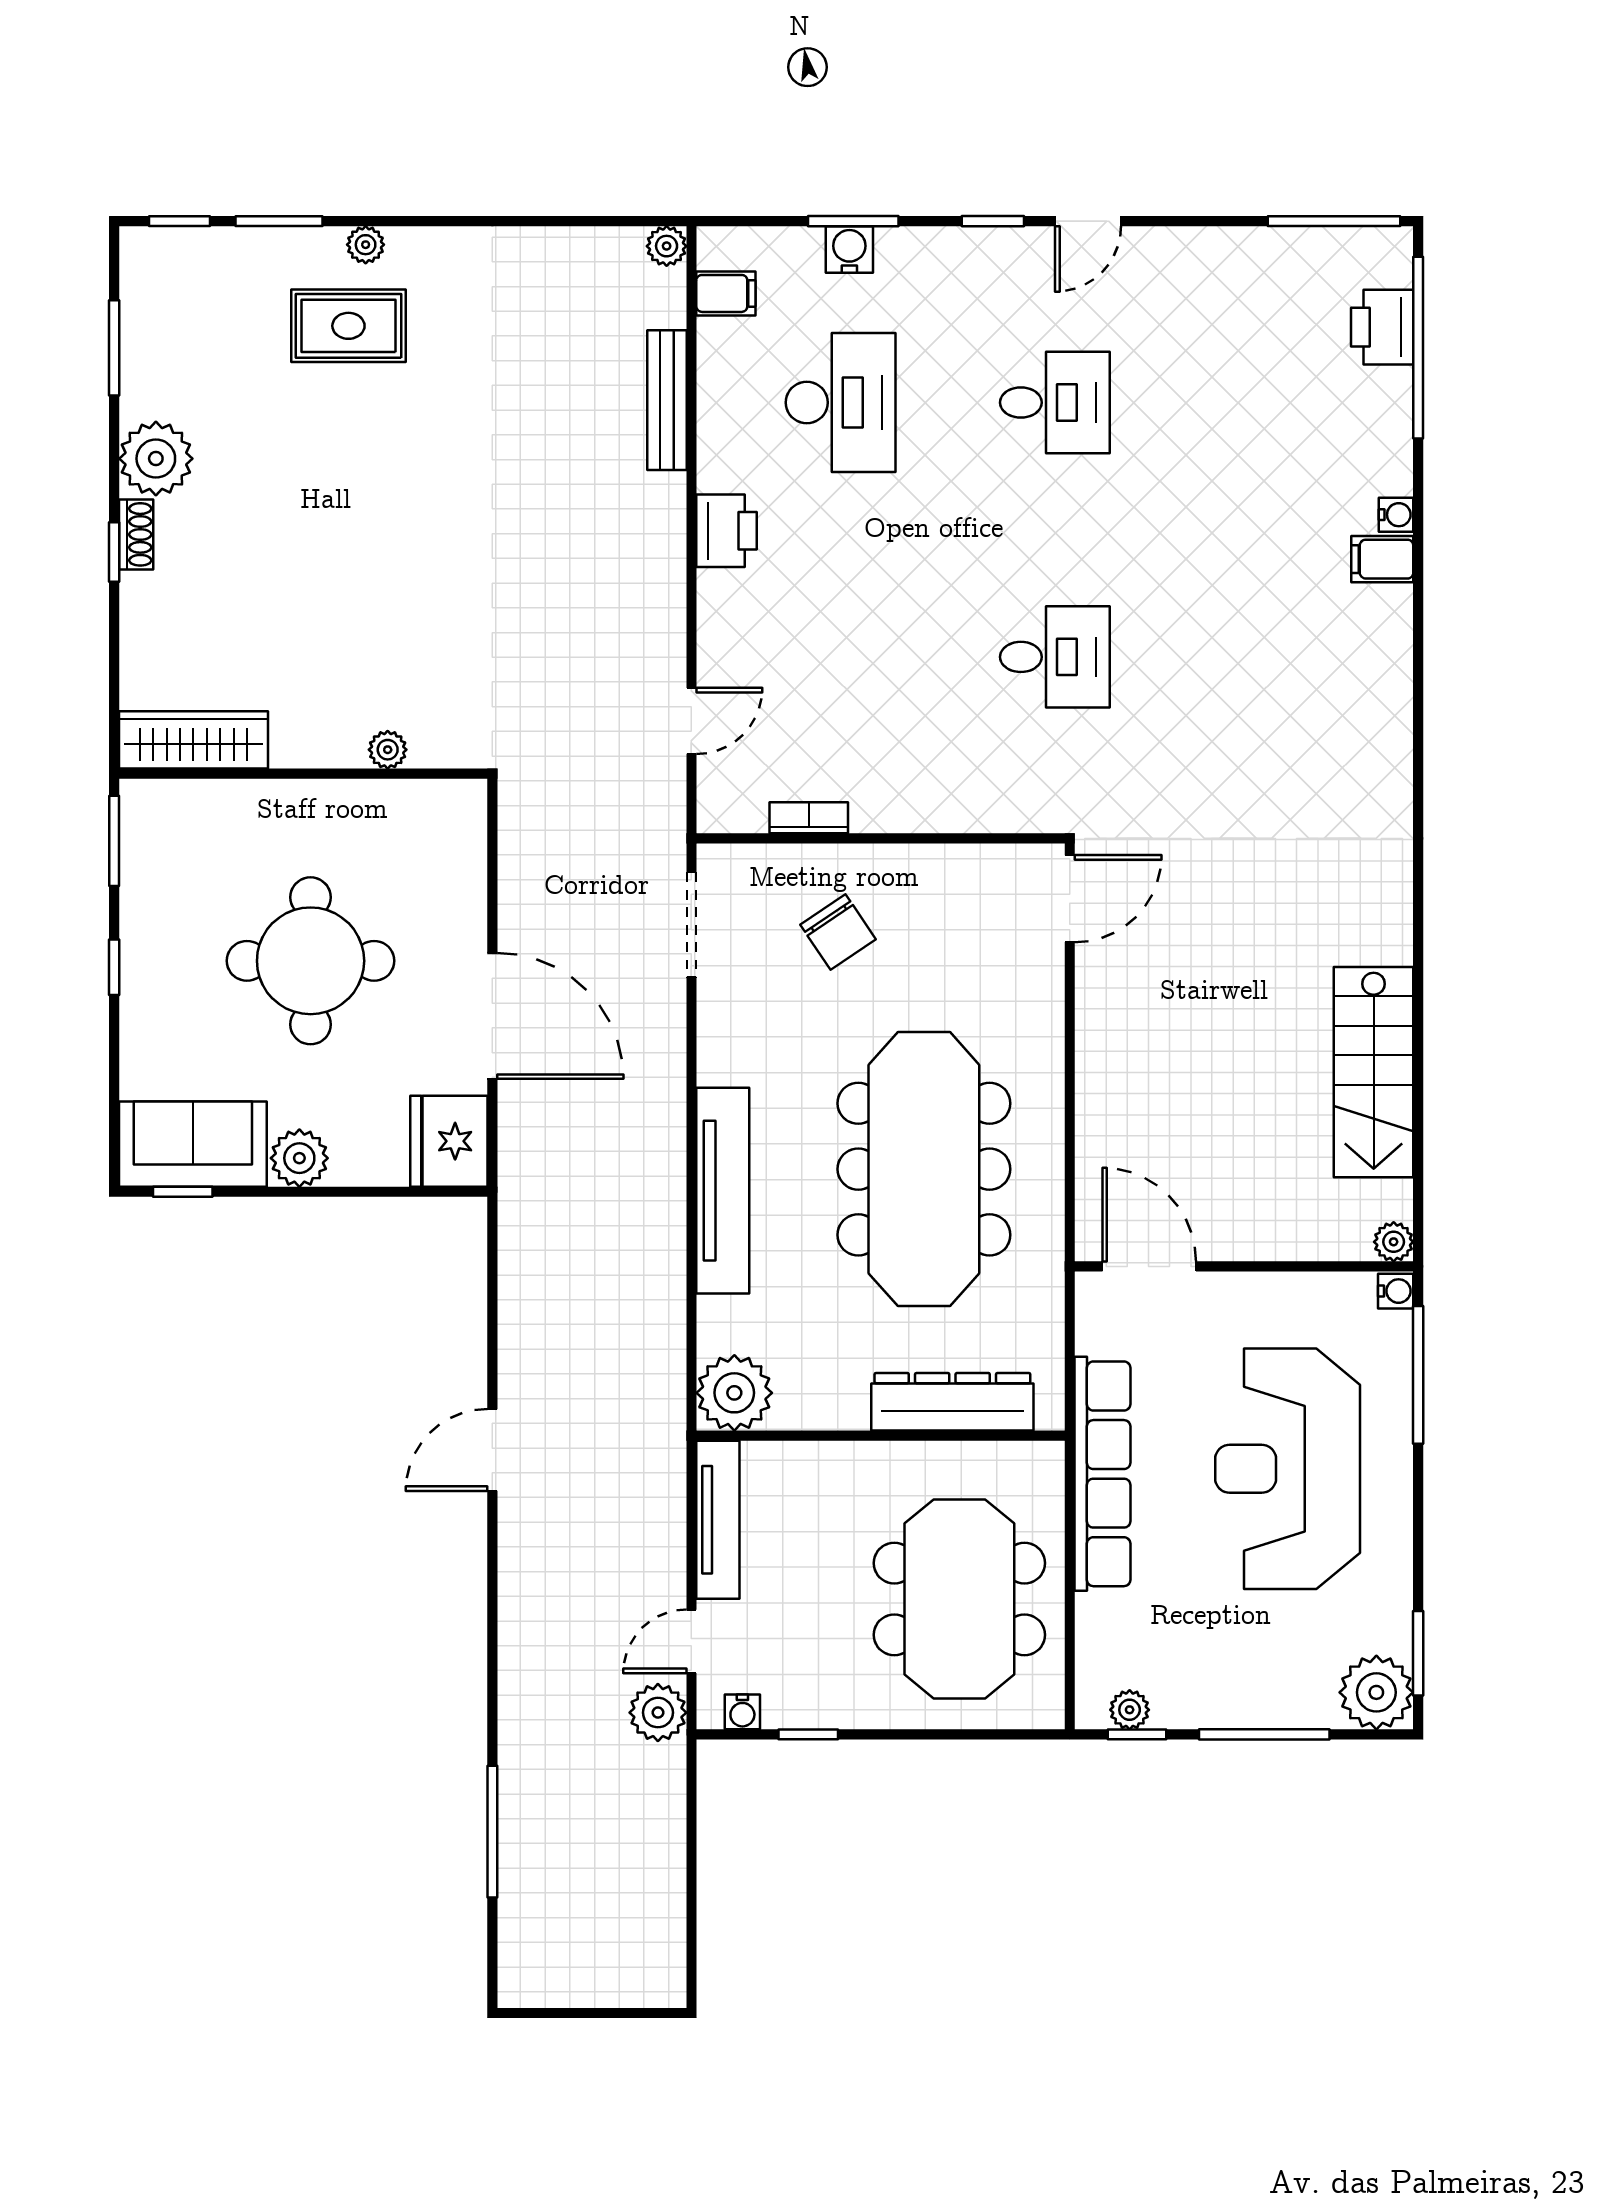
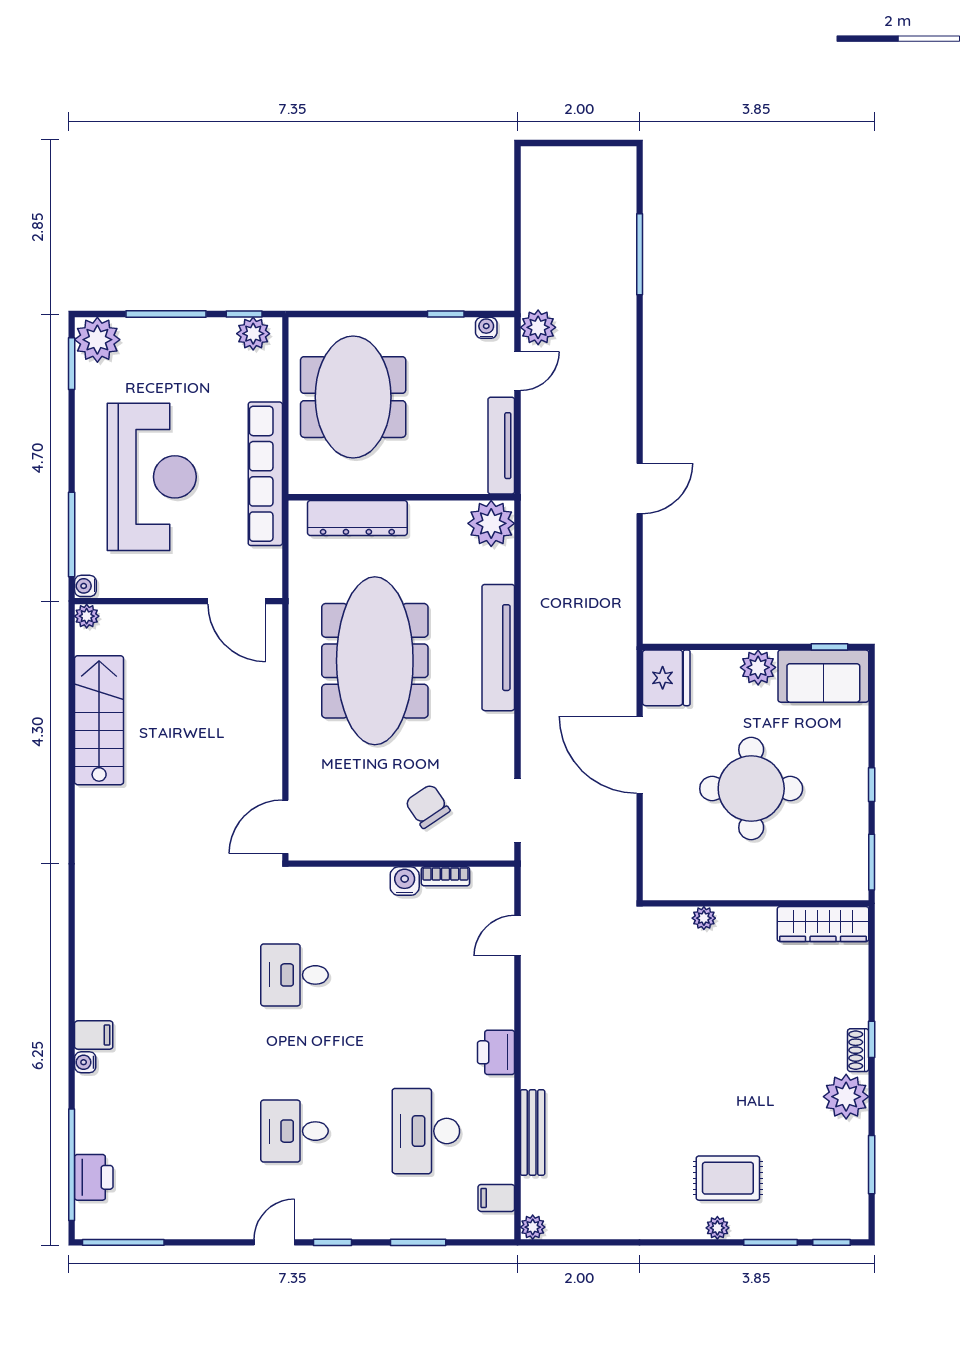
water cooler: (849, 250) -> (405, 881), moved, turned 180
plant: (1130, 1710) -> (253, 334), width x1.38, depth x1.38

